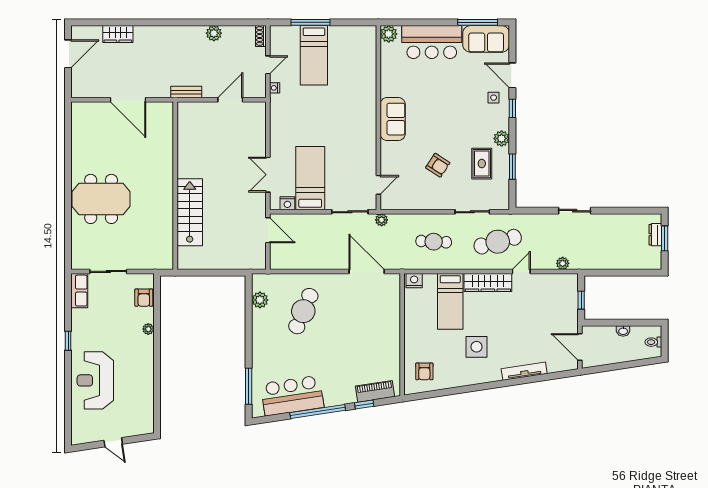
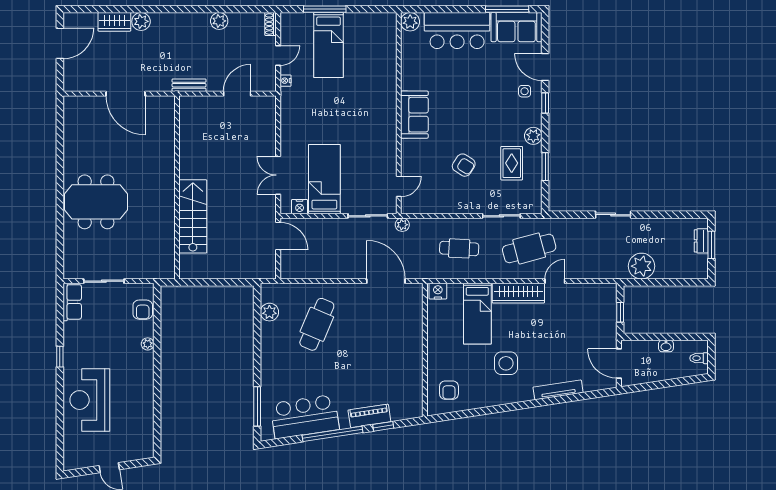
plant: (142, 34) -> (141, 21), added
plant: (563, 263) -> (641, 266), moved, width x1.88, depth x1.88
piano: (375, 391) -> (369, 416), moved

